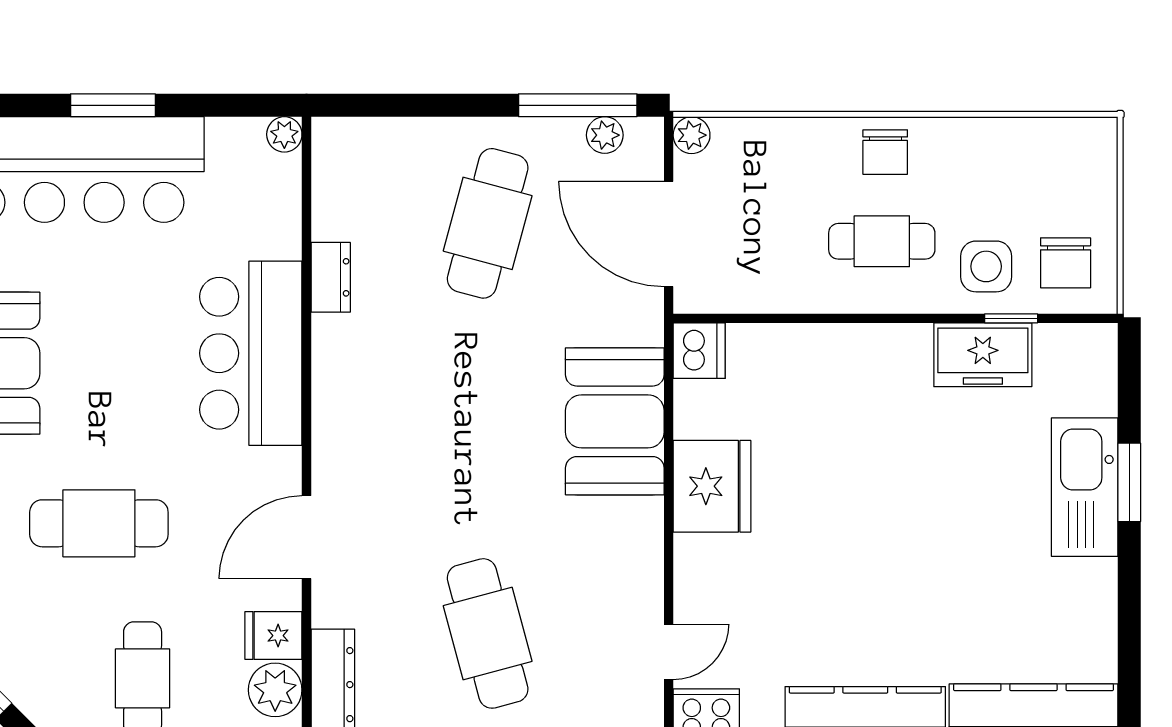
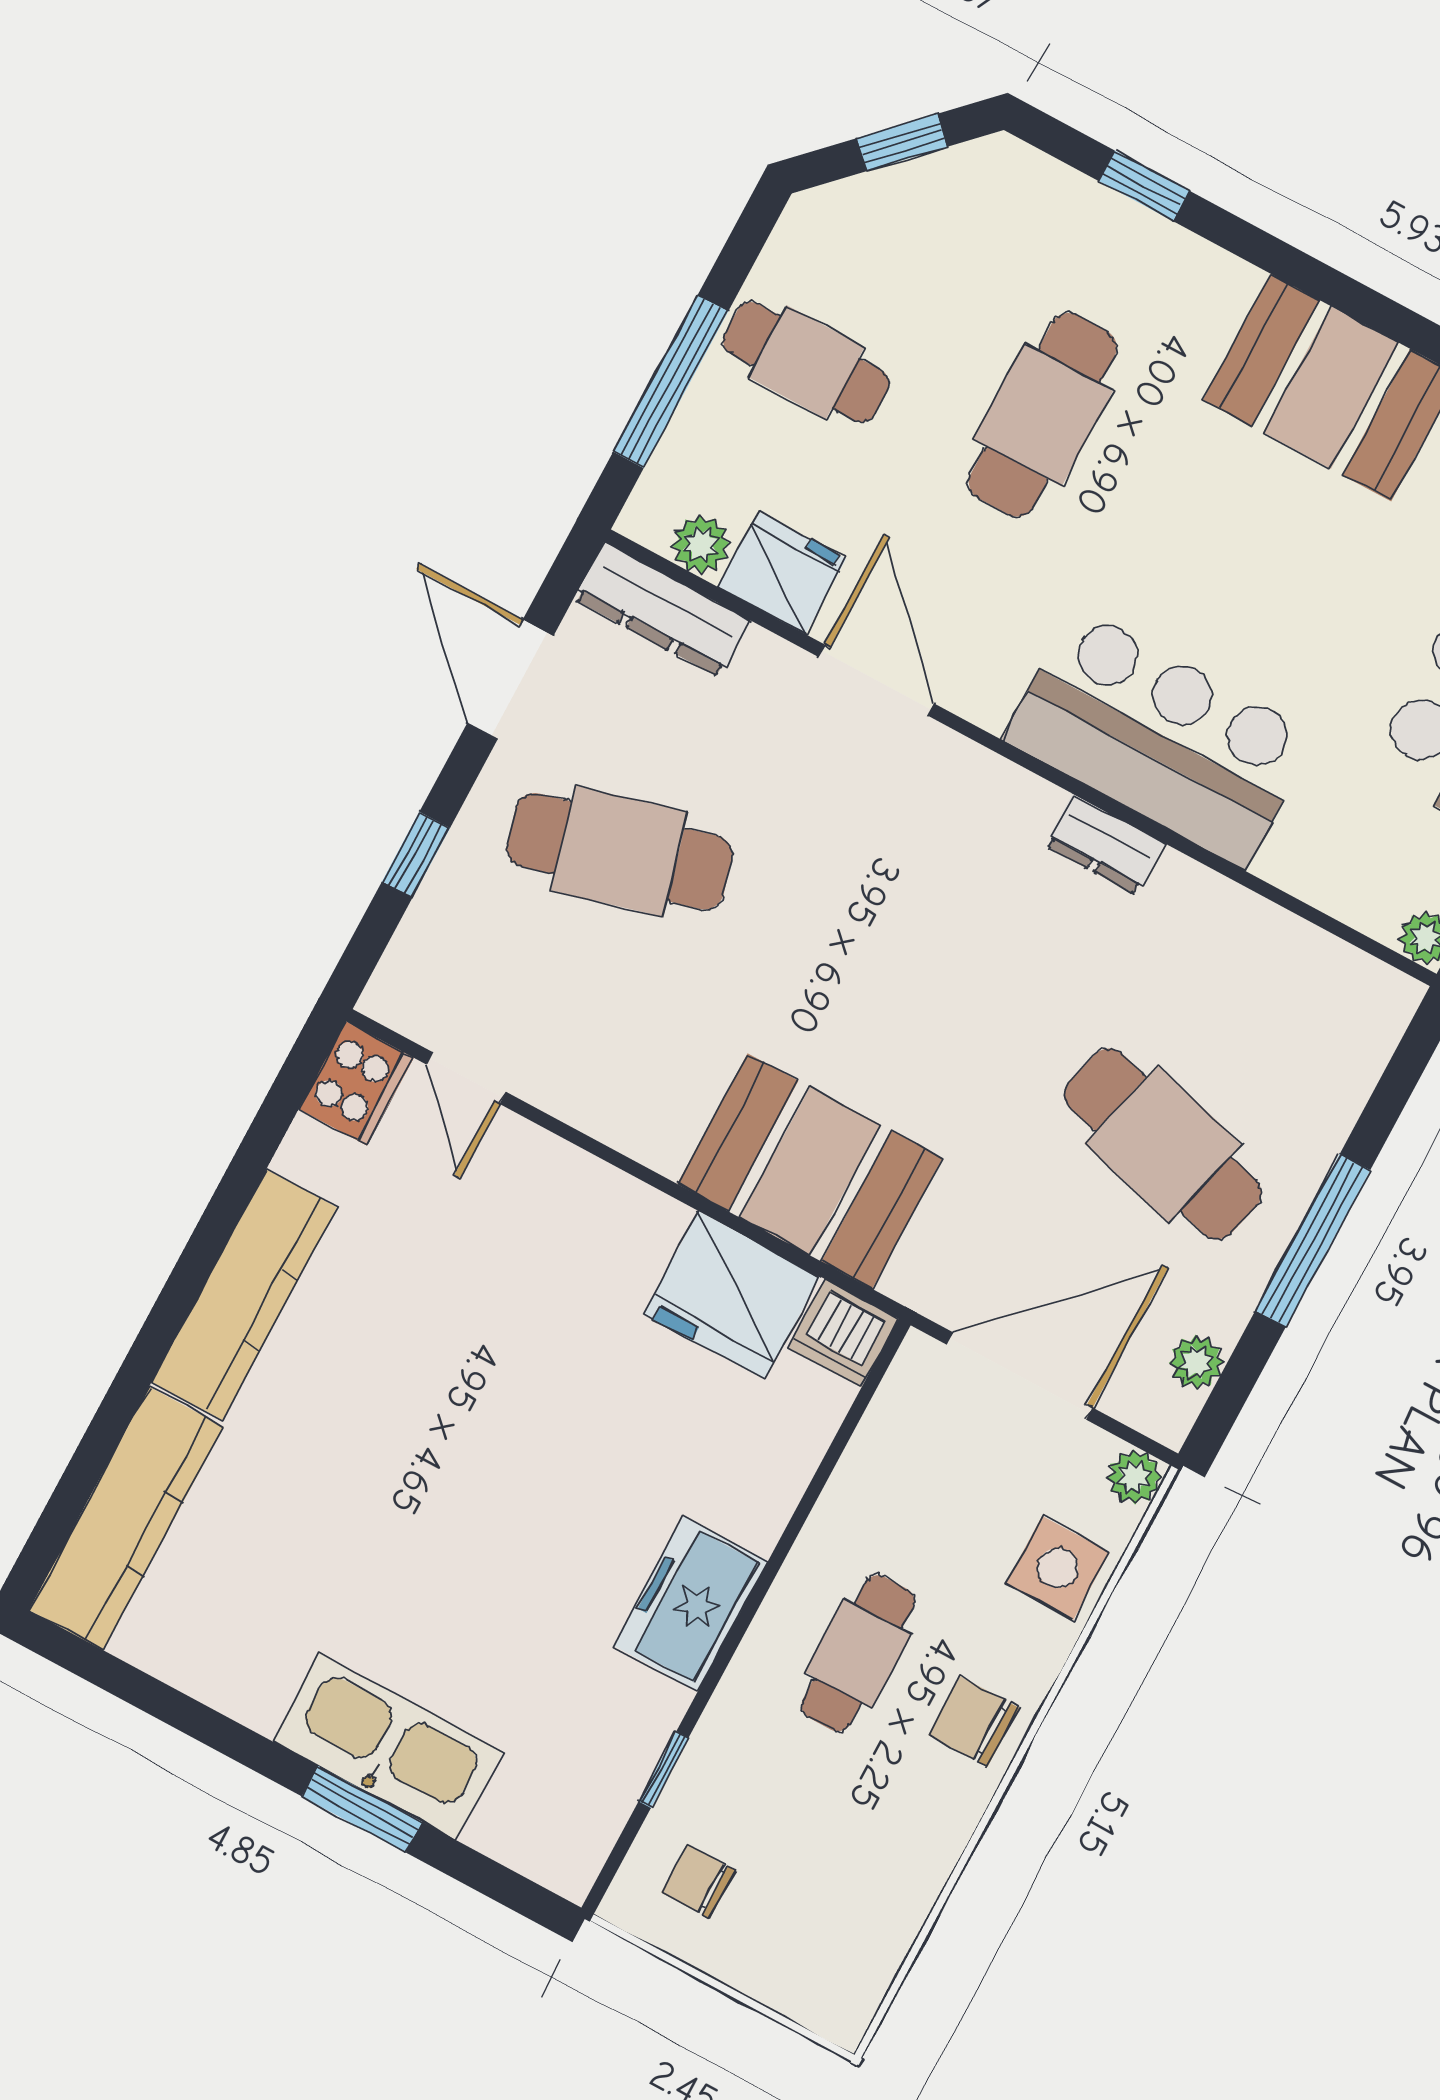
window: (578, 105) -> (1313, 1240), moved
chair: (1066, 263) -> (698, 1881), width x0.73, depth x0.73
side table: (986, 266) -> (1058, 1568), moved
dresser: (331, 277) -> (1105, 844), moved
freezer: (983, 355) -> (691, 1603), moved
fridge: (712, 486) -> (732, 1295), moved
fridge: (273, 636) -> (782, 573), width x1.38
plant: (275, 690) -> (701, 544), width x0.73, depth x0.73

